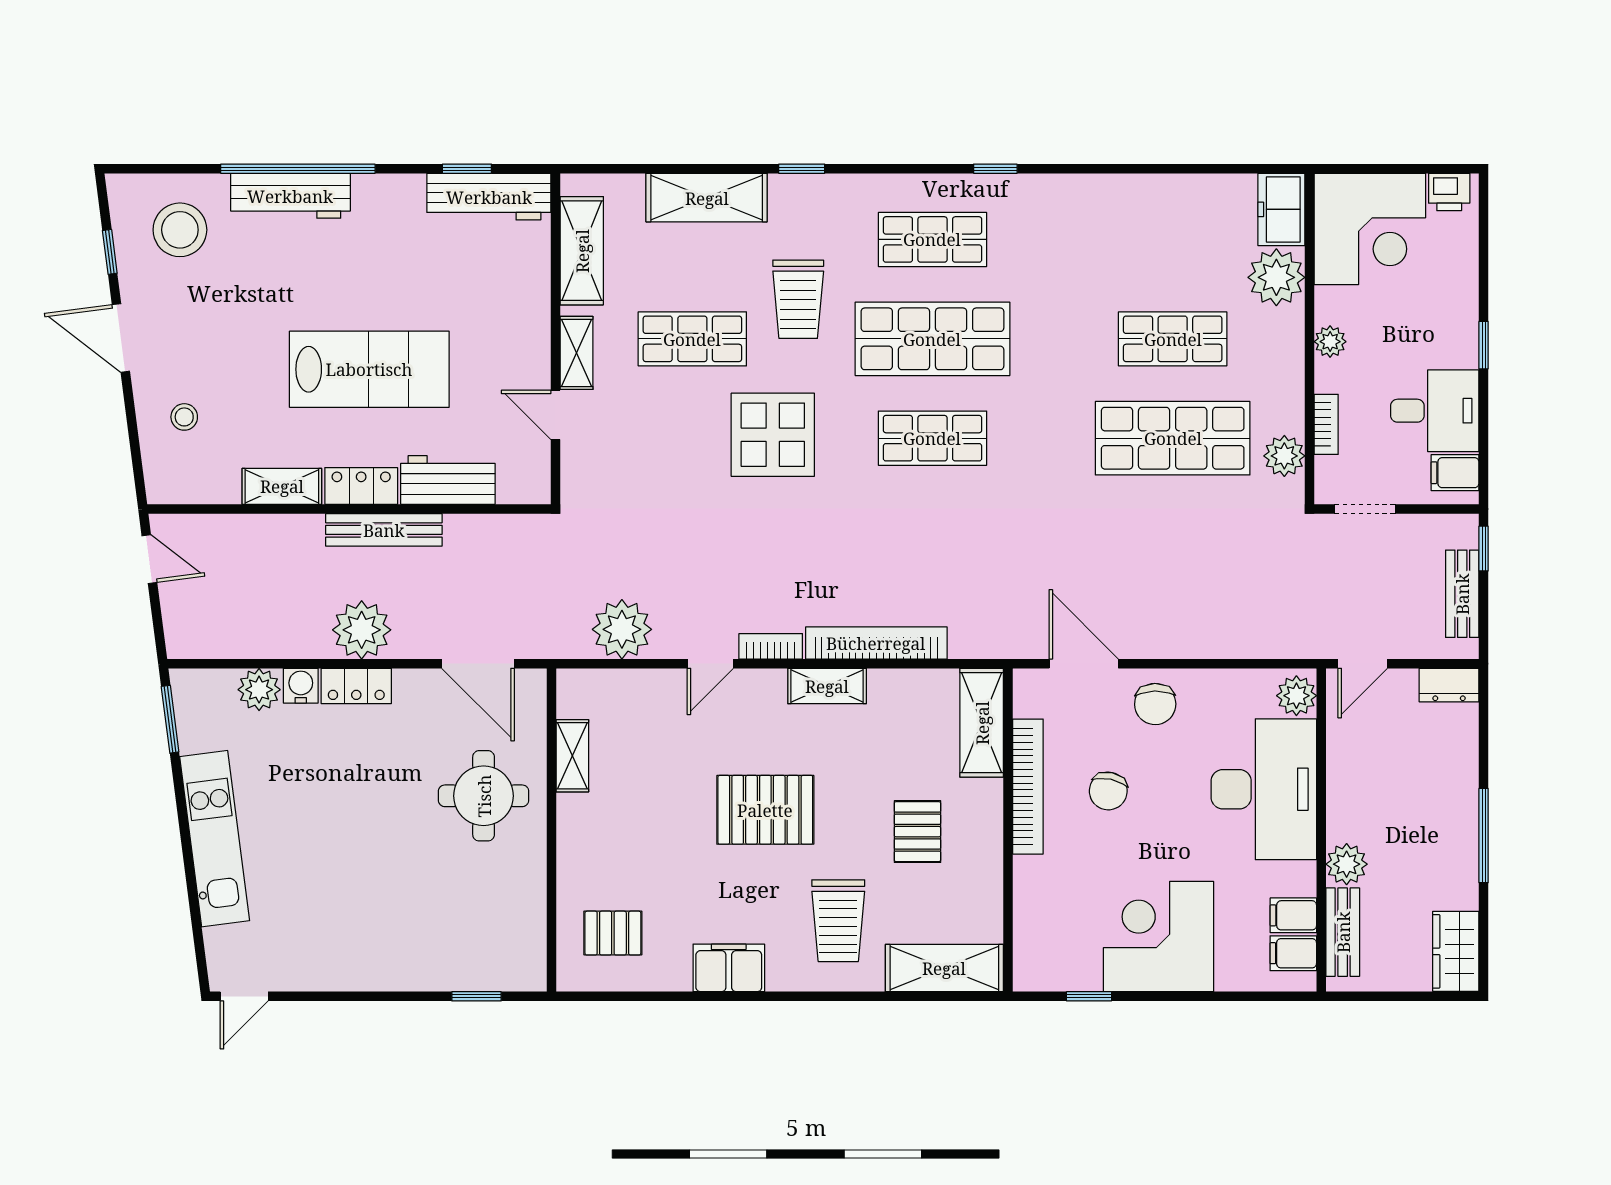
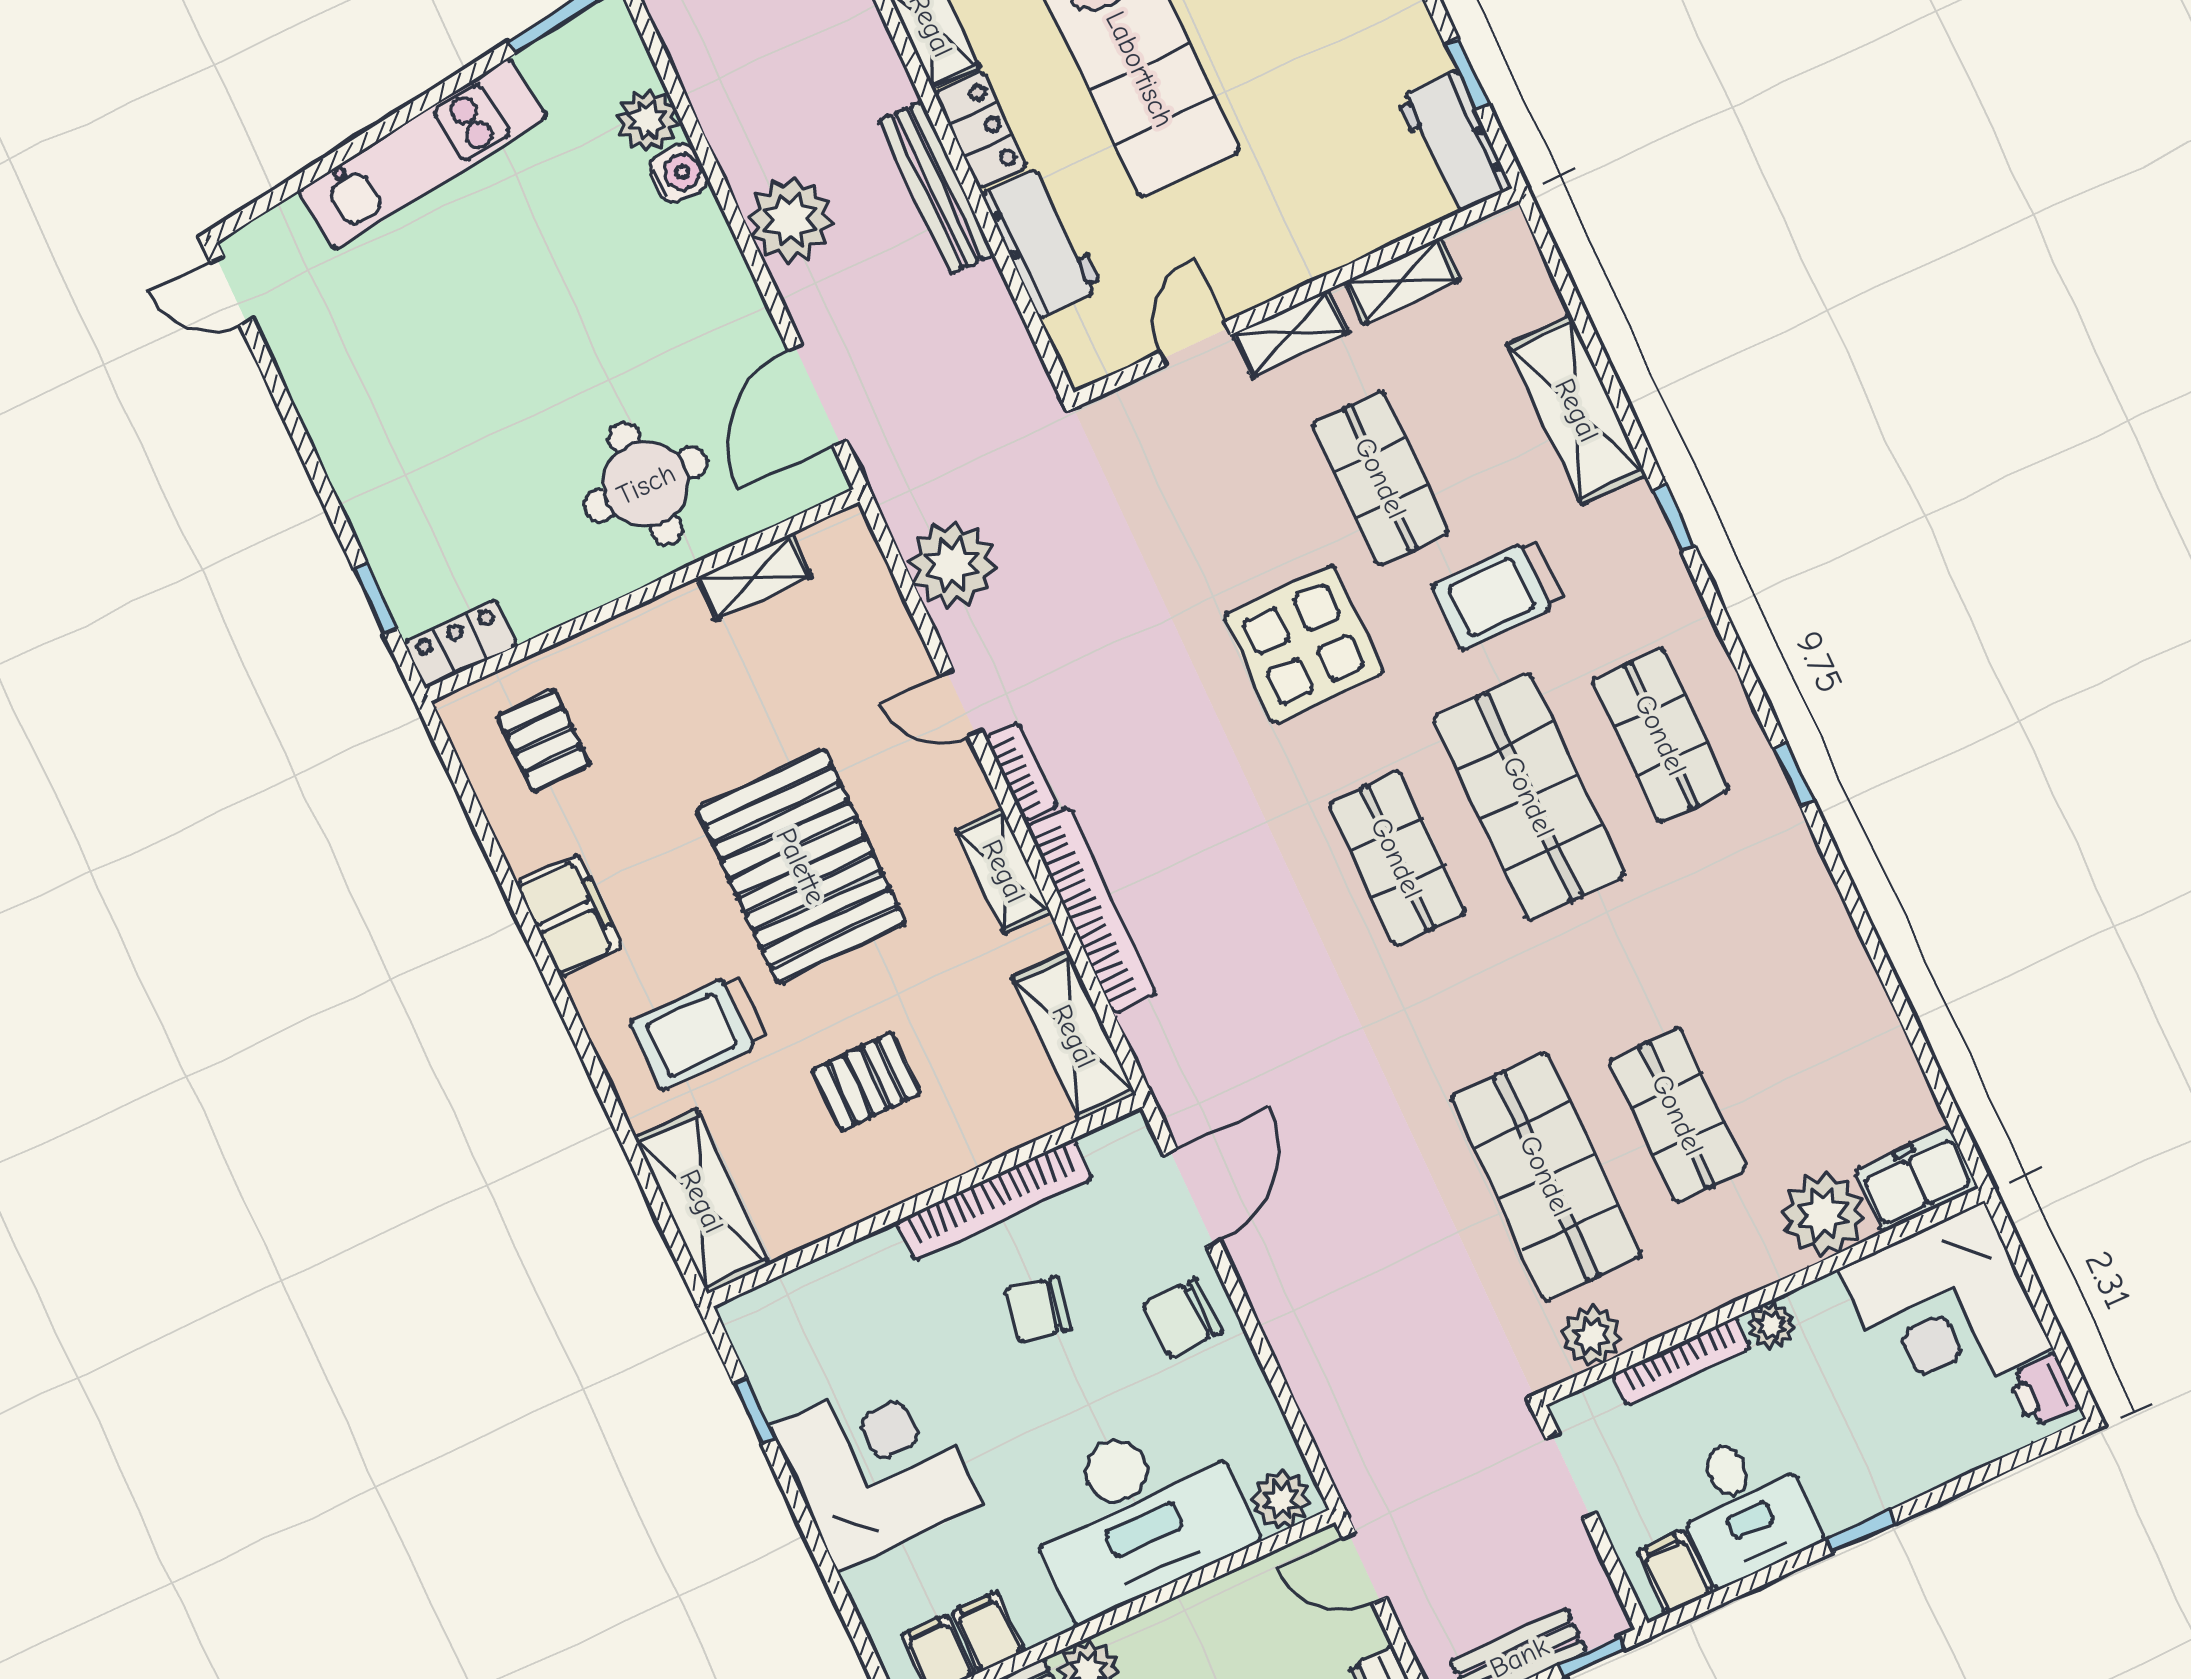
workbench: (489, 197) -> (1454, 143), width x0.73
shelving: (582, 251) -> (1402, 281), width x0.67, depth x0.75
bookcase: (1326, 424) -> (1681, 1361), width x1.56
locker: (356, 686) -> (461, 644), moved, turned 90
shelving: (982, 723) -> (1074, 1036), moved, turned 90
pallet: (765, 810) -> (801, 866), width x1.37, depth x1.41

